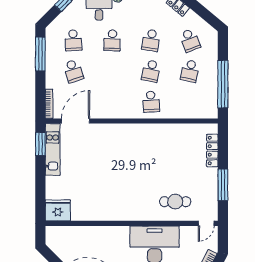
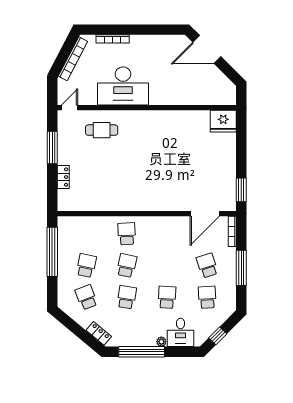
window: (40, 54) -> (241, 268), moved
kitchen unit: (53, 149) -> (229, 184), removed
locker: (212, 150) -> (63, 177), width x0.66

